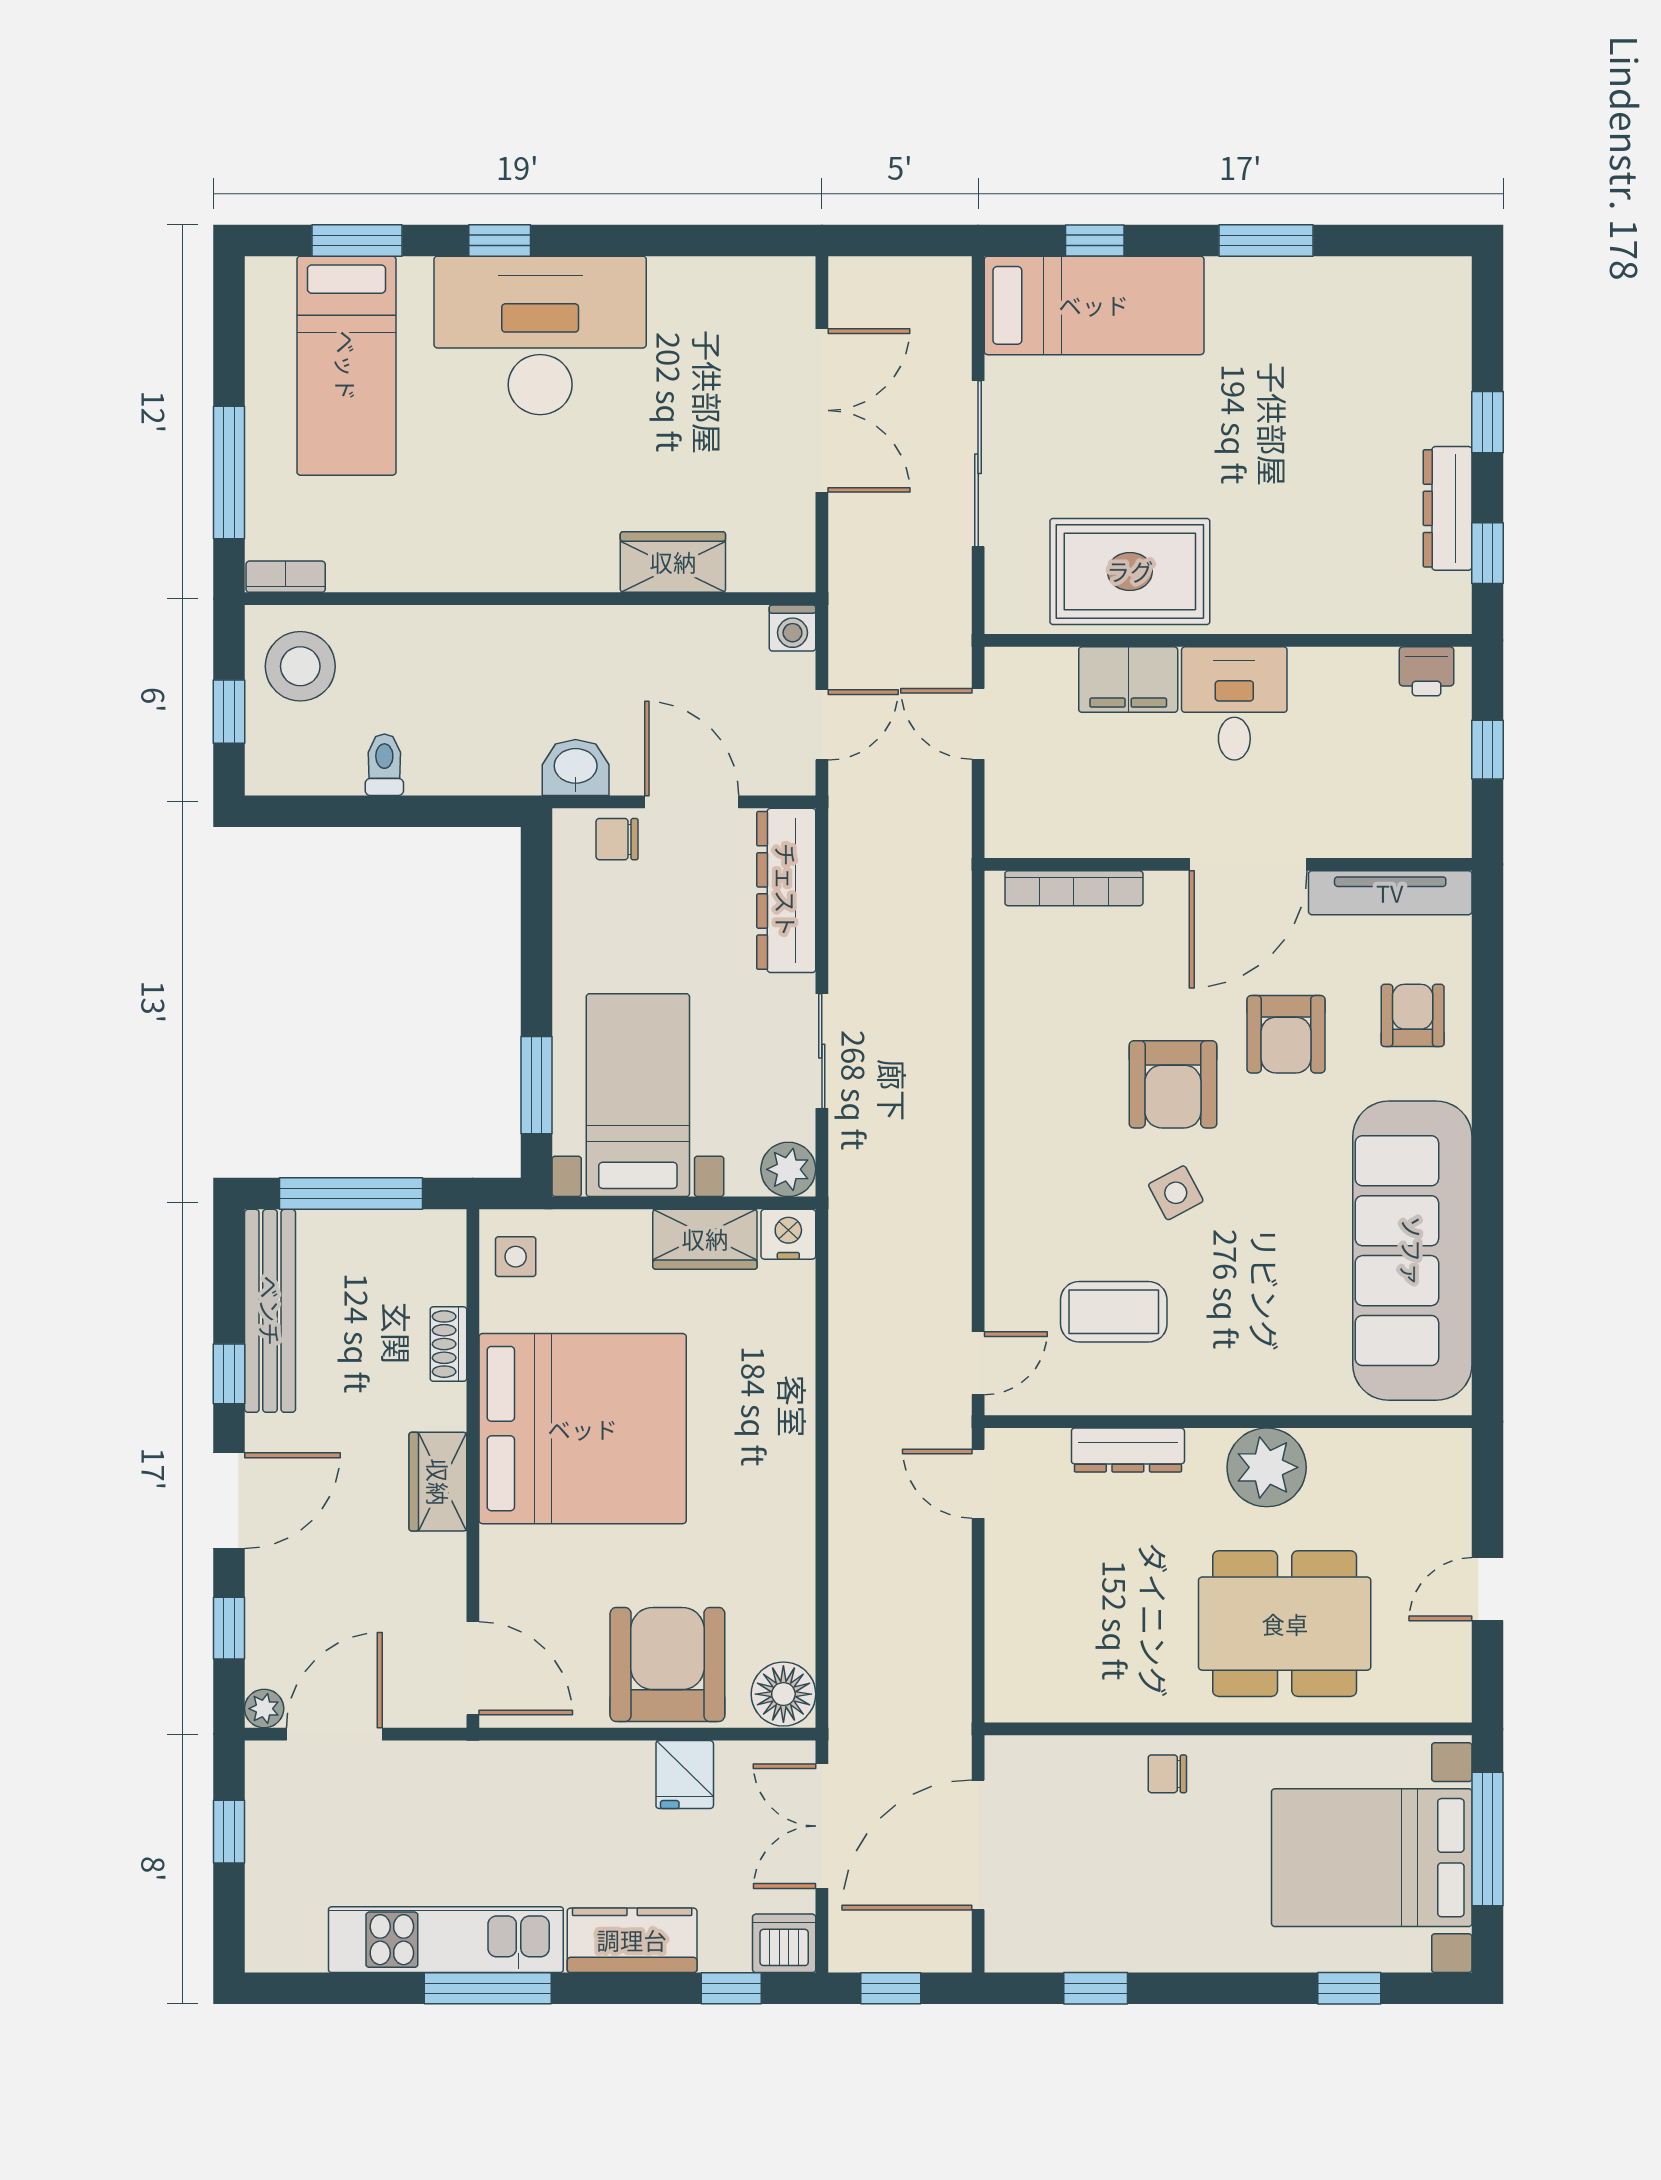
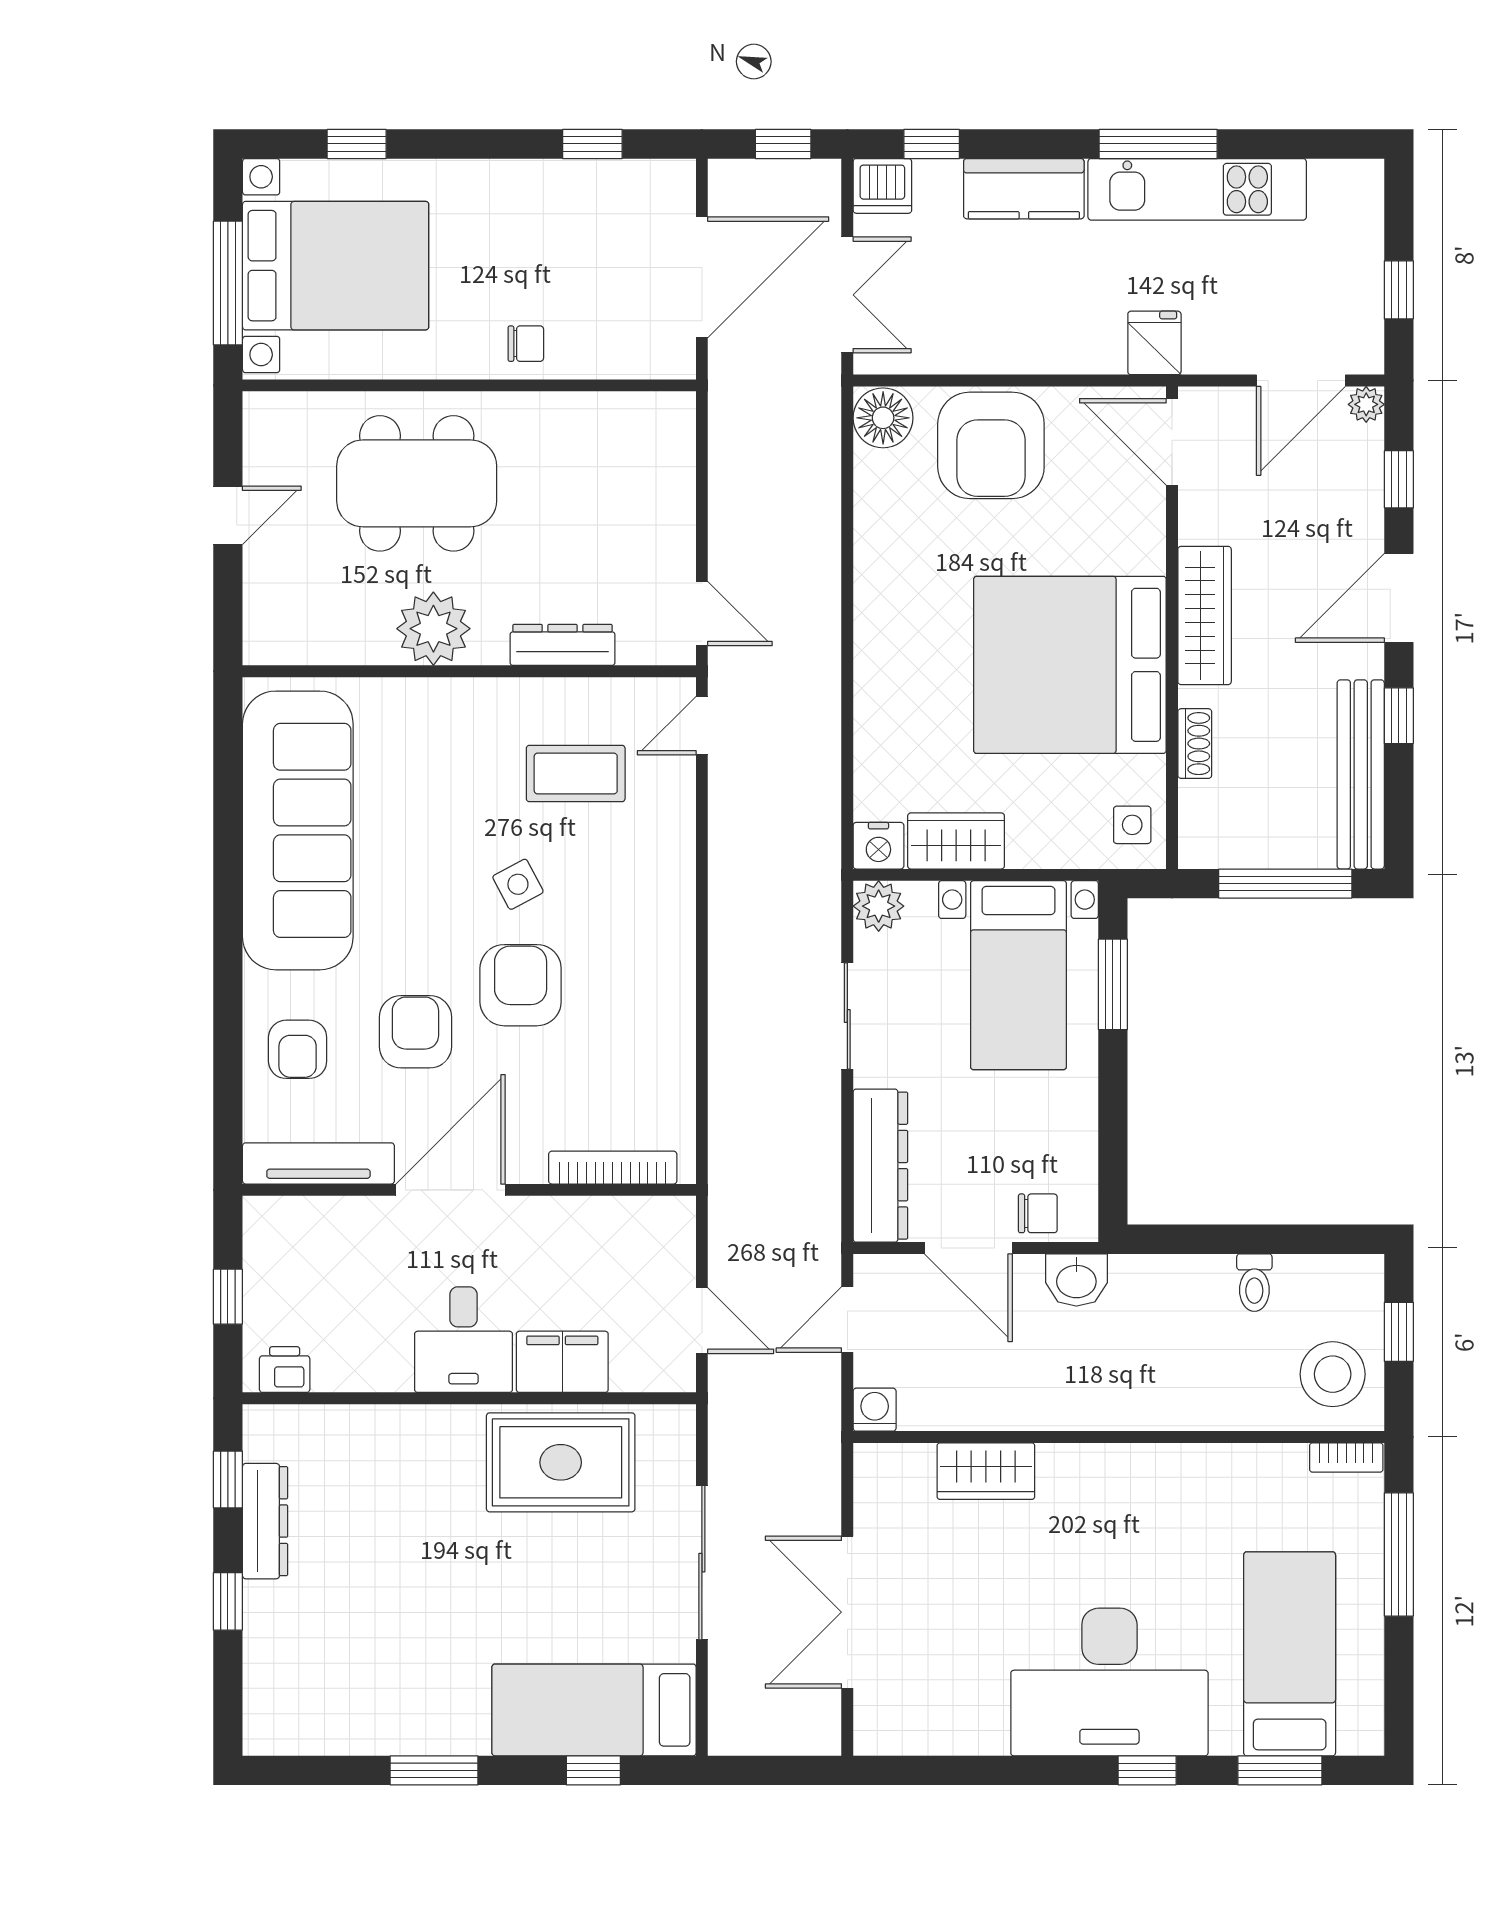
wardrobe: (438, 1482) -> (1205, 615), width x1.50
fridge: (685, 1775) -> (1154, 343), moved

